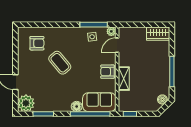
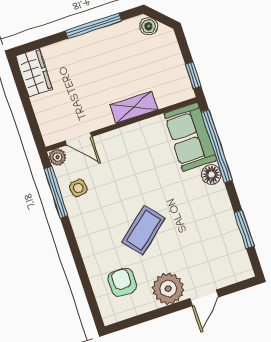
armchair: (107, 72) -> (131, 140), removed
plant: (26, 103) -> (168, 289), moved

